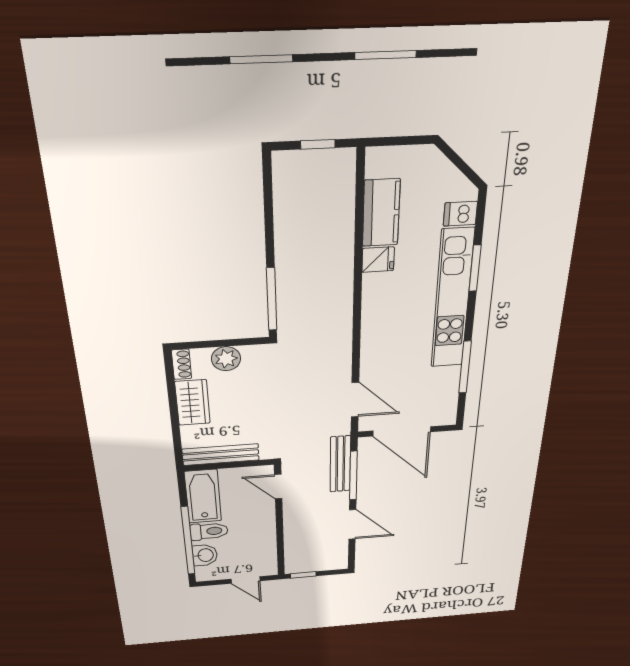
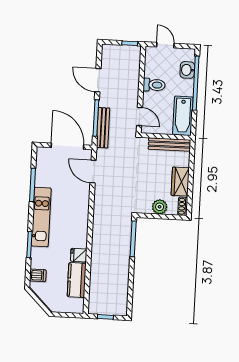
kitchen unit: (452, 300) -> (41, 217), width x0.73
toilet: (209, 531) -> (154, 85), moved, turned 180

